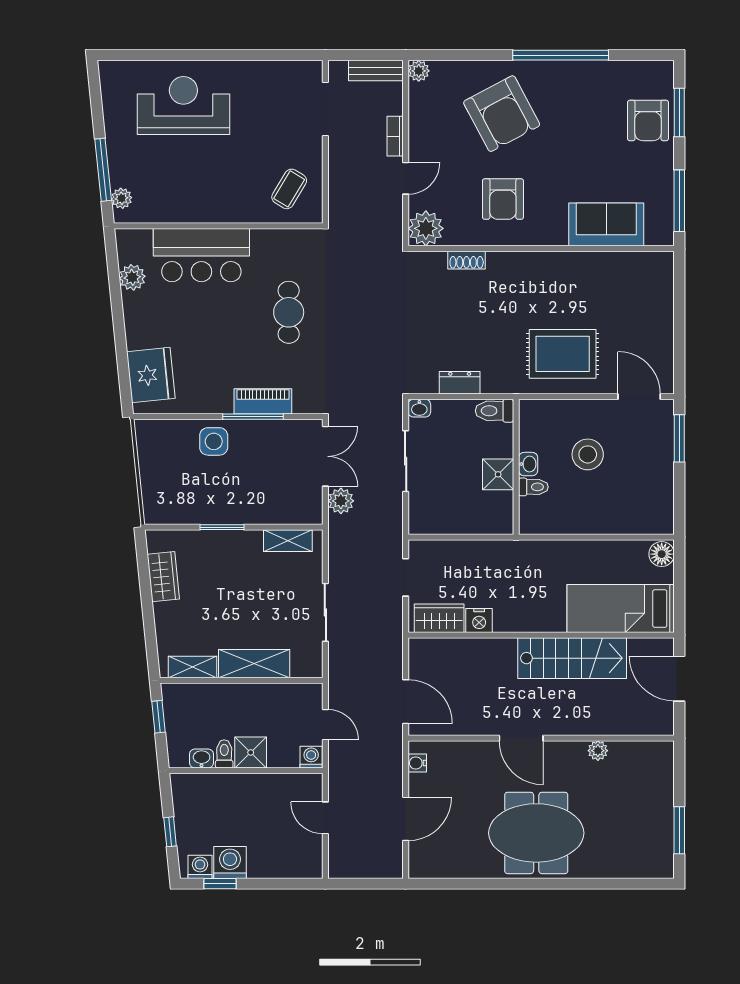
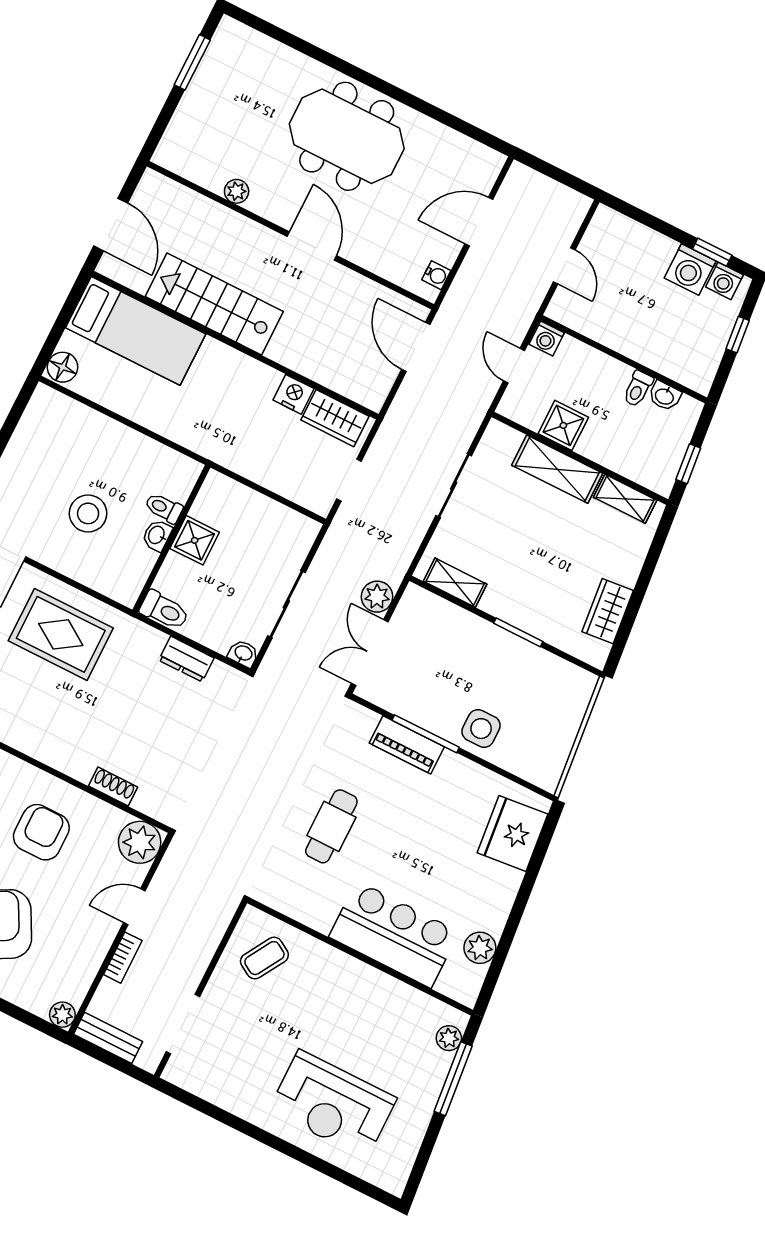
shower: (251, 752) -> (563, 425), moved

